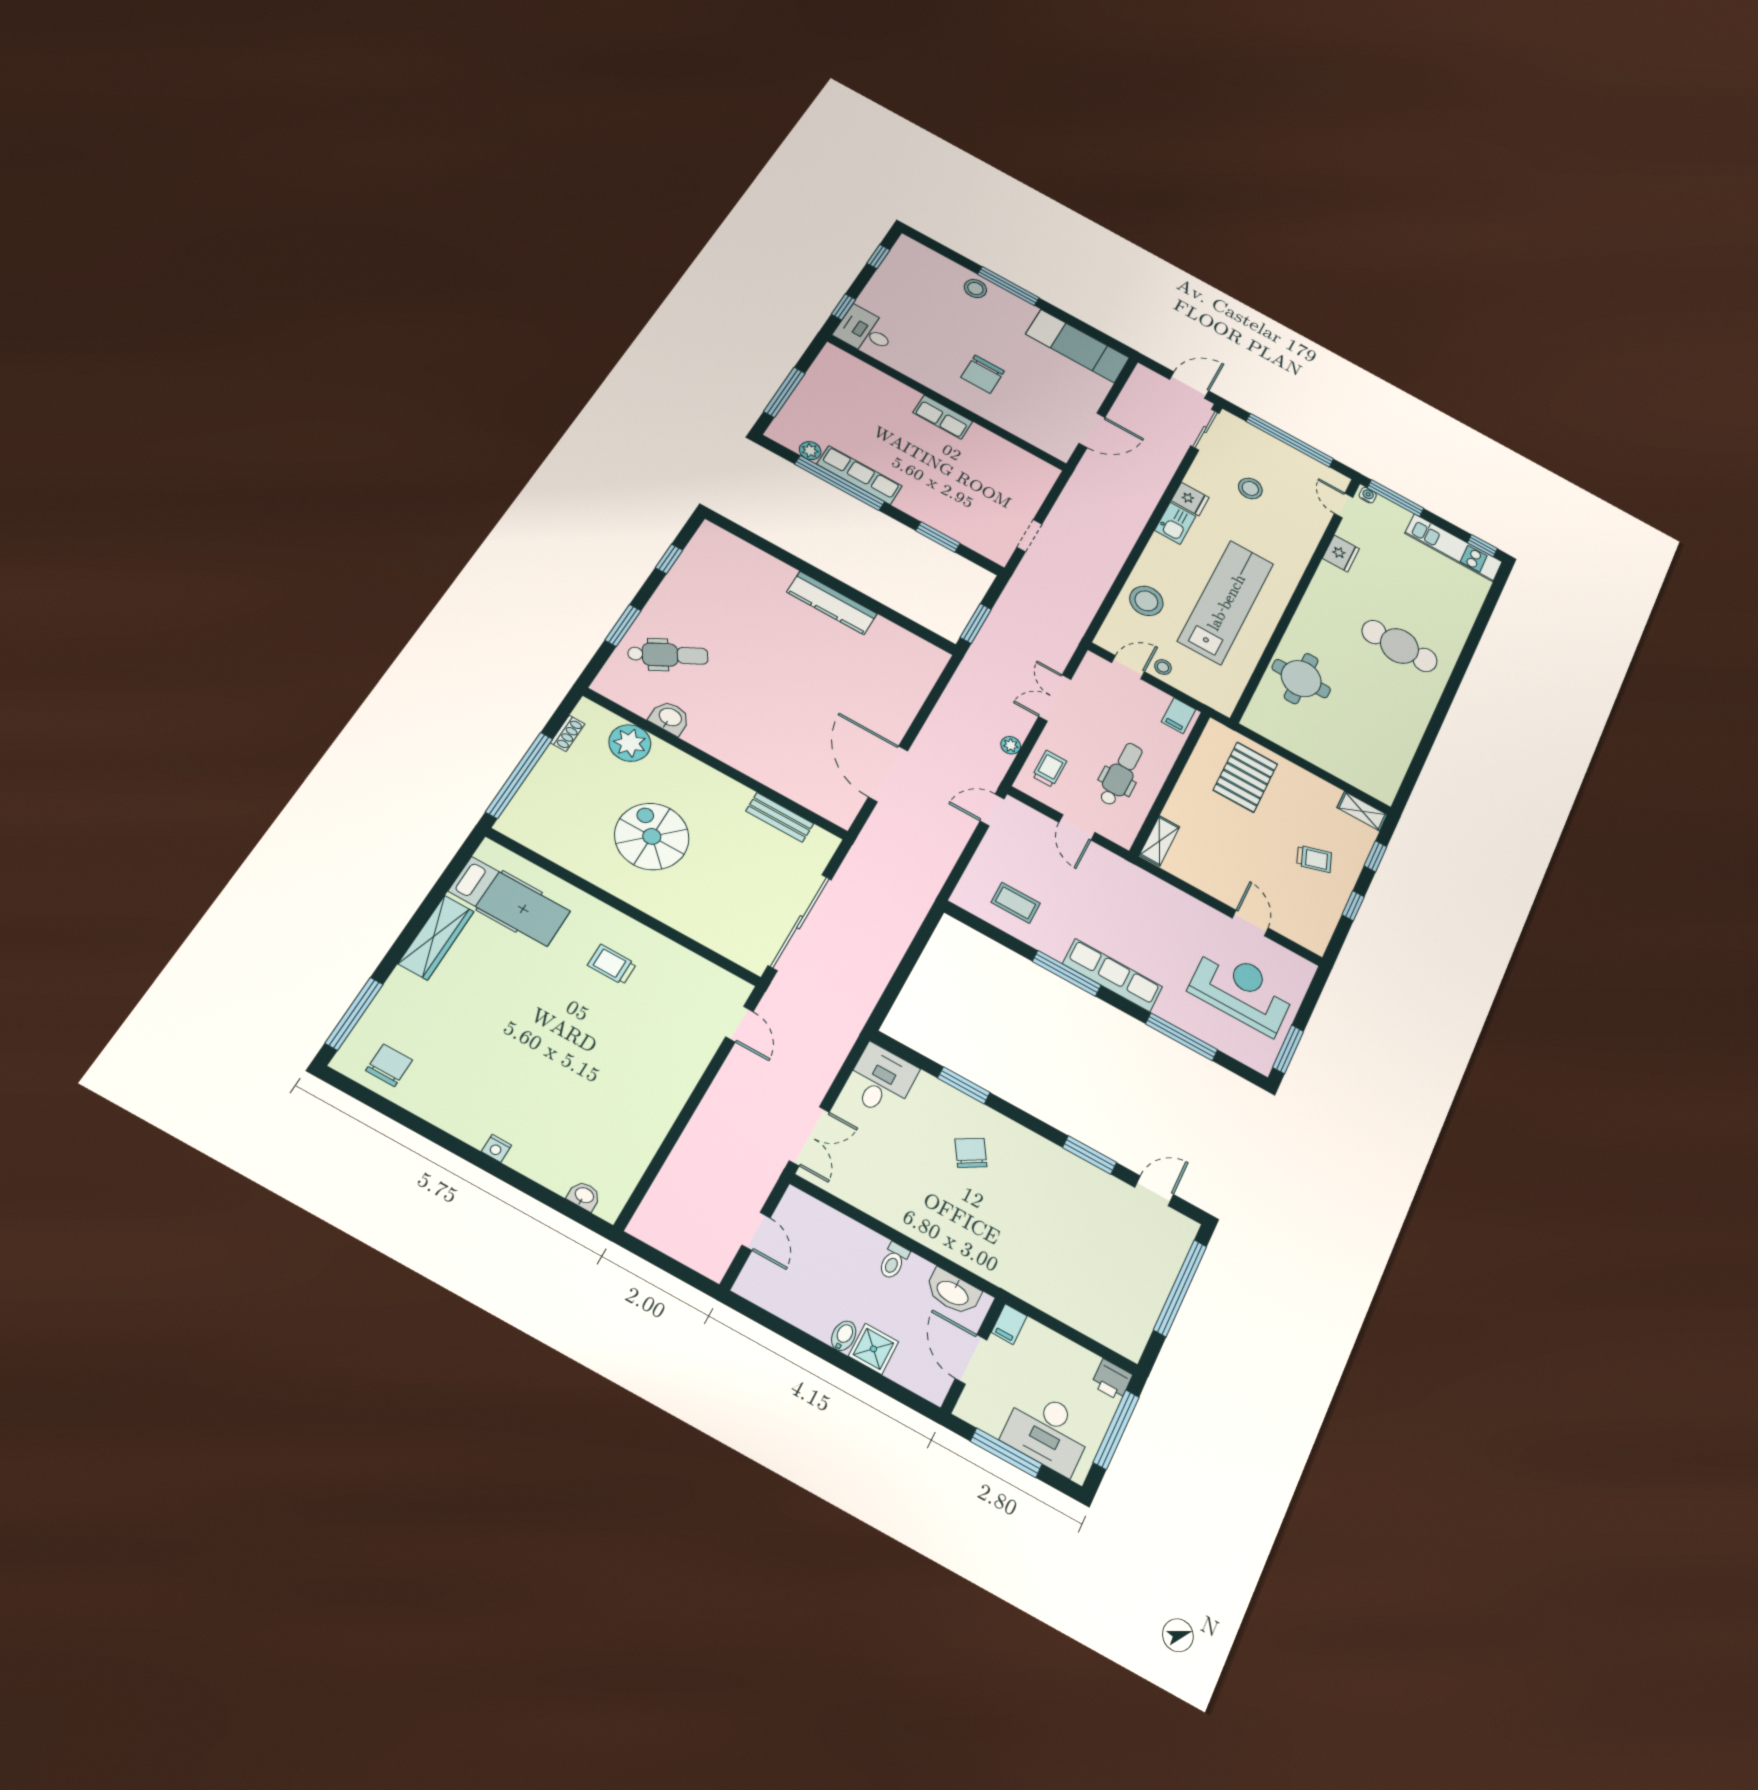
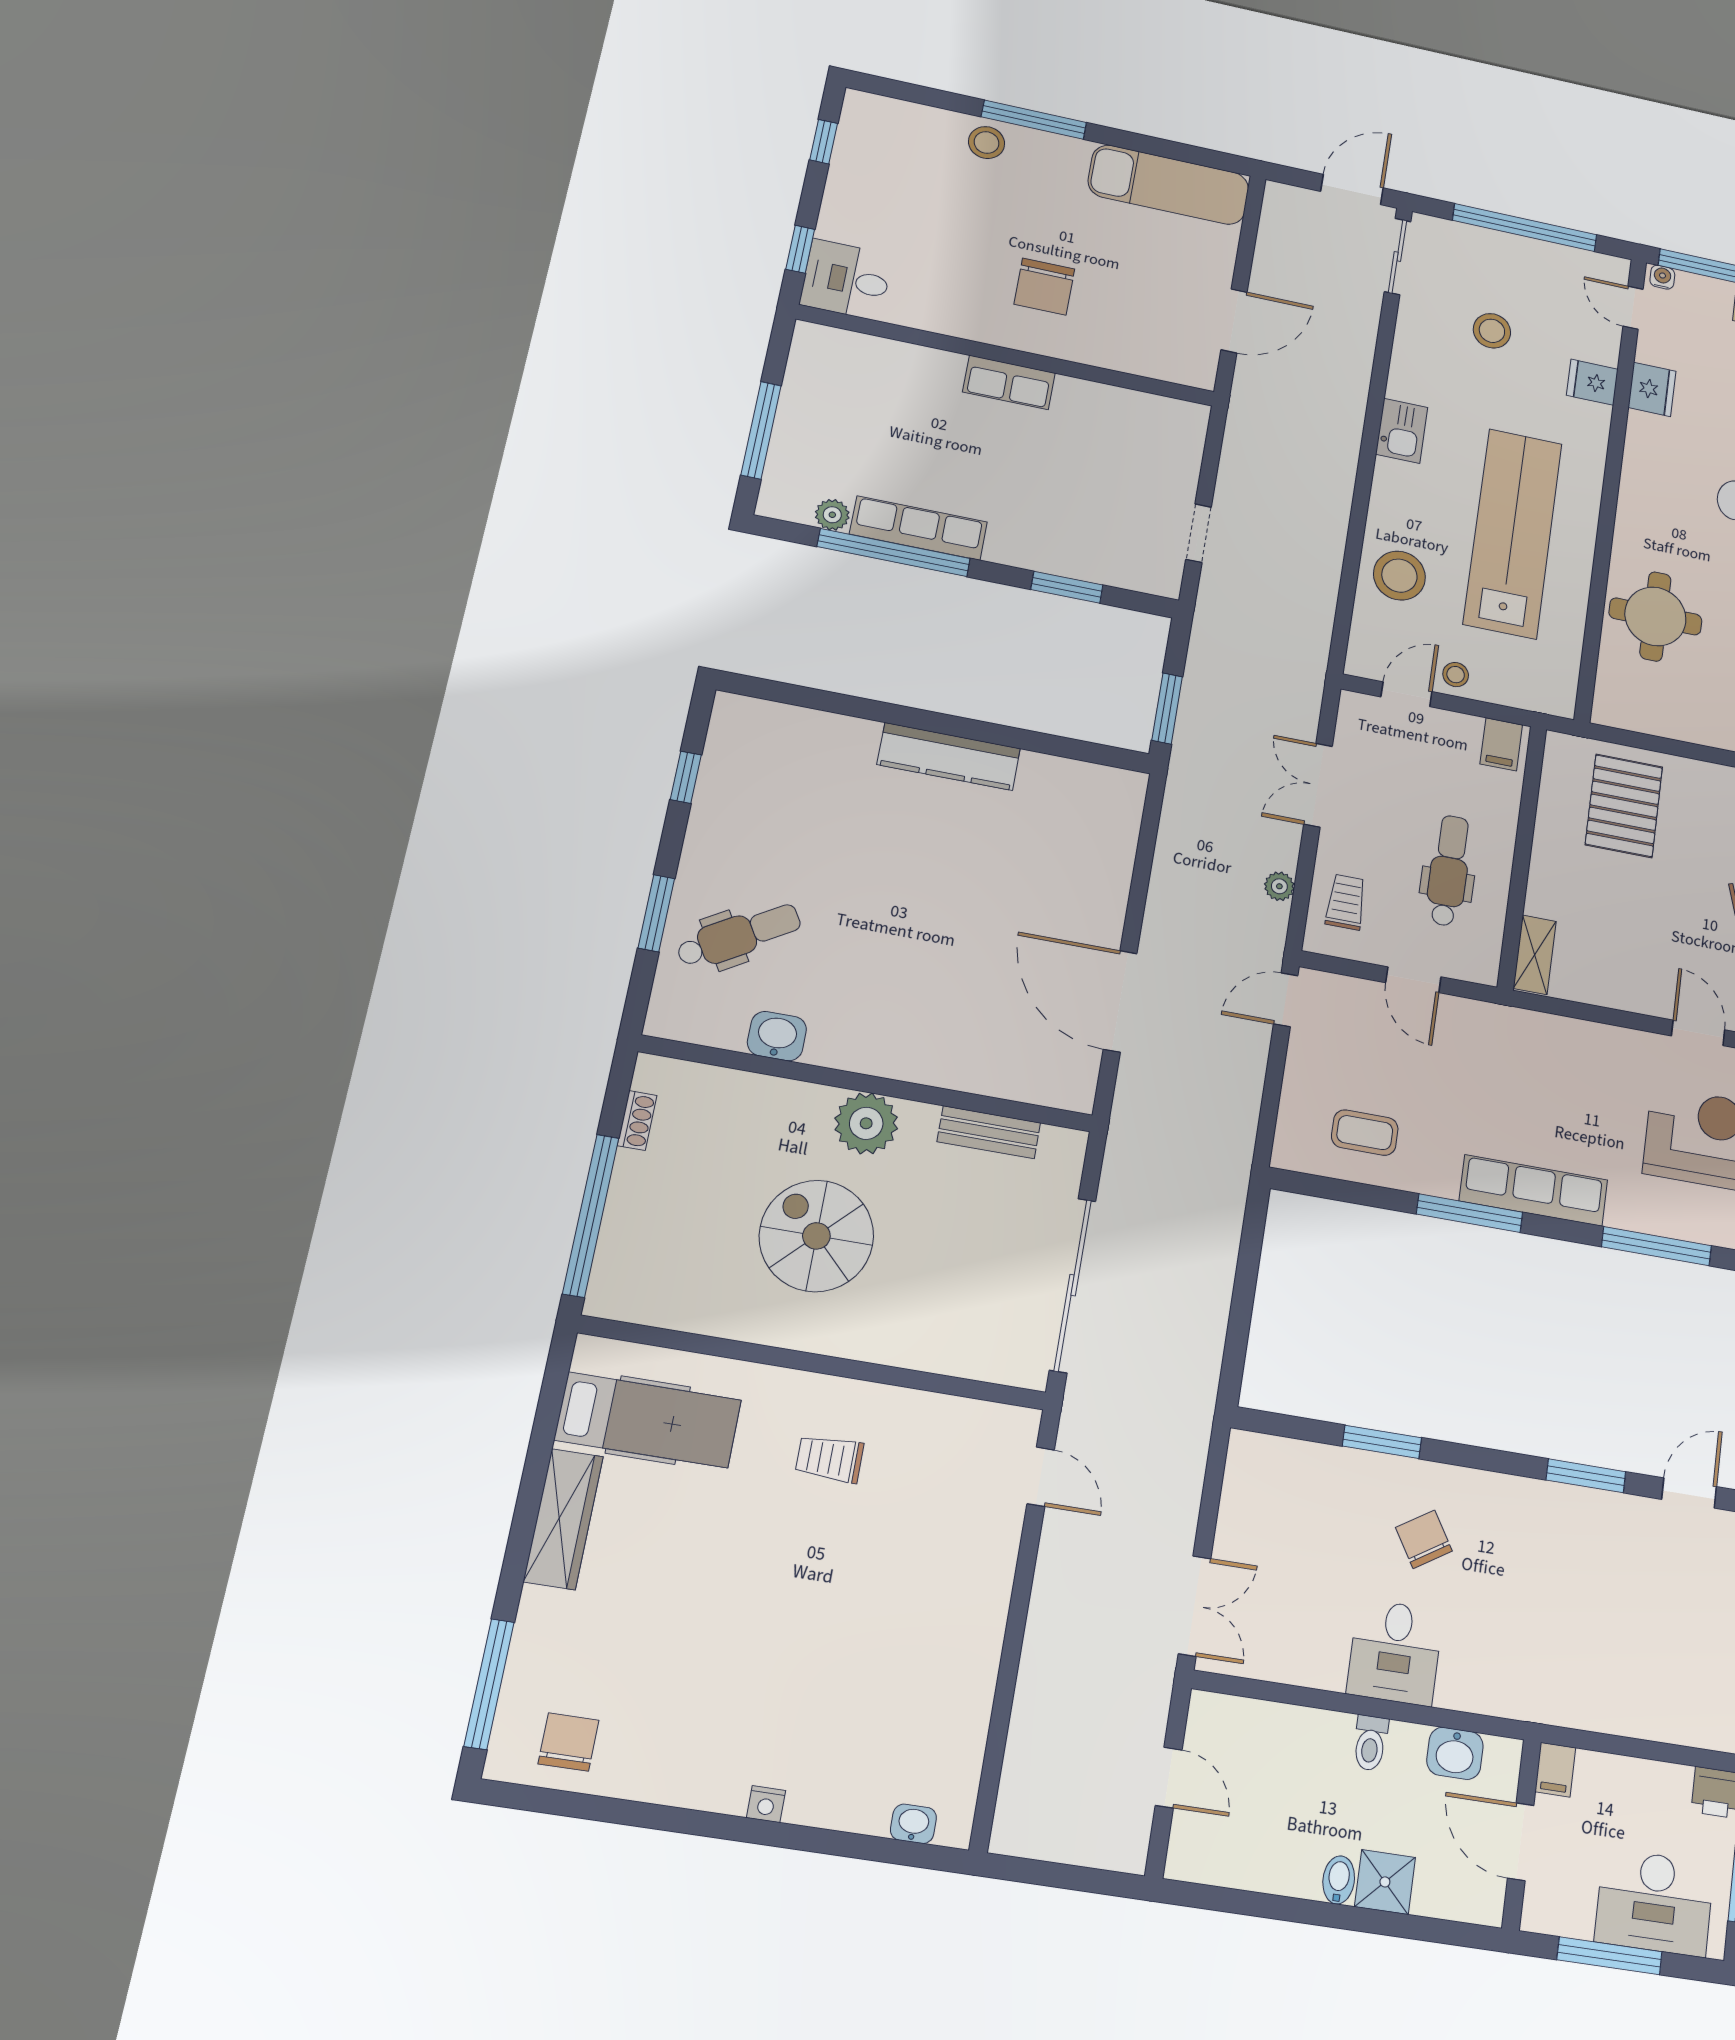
fridge: (1190, 499) -> (1592, 382), moved, turned 180
plant: (630, 743) -> (866, 1123), moved
desk: (881, 1080) -> (1395, 1652), moved, turned 180
washbasin: (953, 1292) -> (1455, 1753), width x0.72

